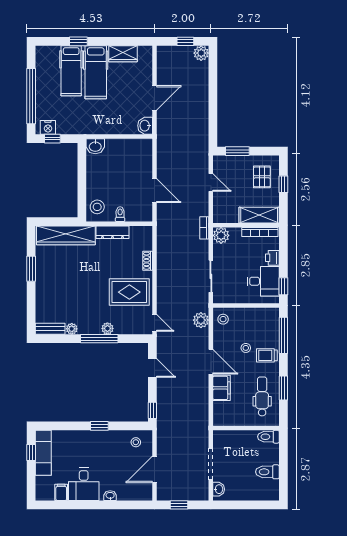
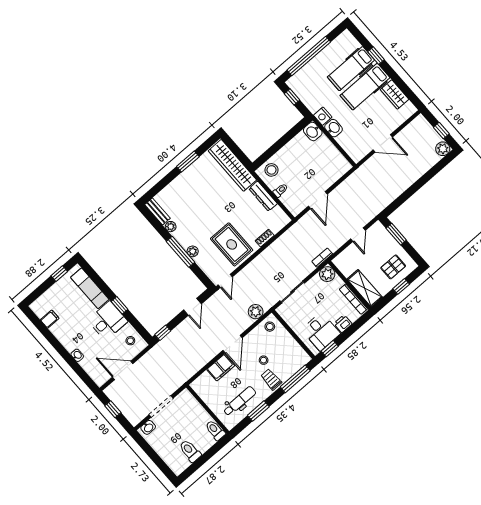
washbasin: (145, 126) -> (334, 128), moved, turned 90
nightstand: (48, 127) -> (323, 116), moved
exam couch: (43, 453) -> (90, 288), moved, turned 90
desk: (84, 484) -> (108, 321), moved, turned 180

